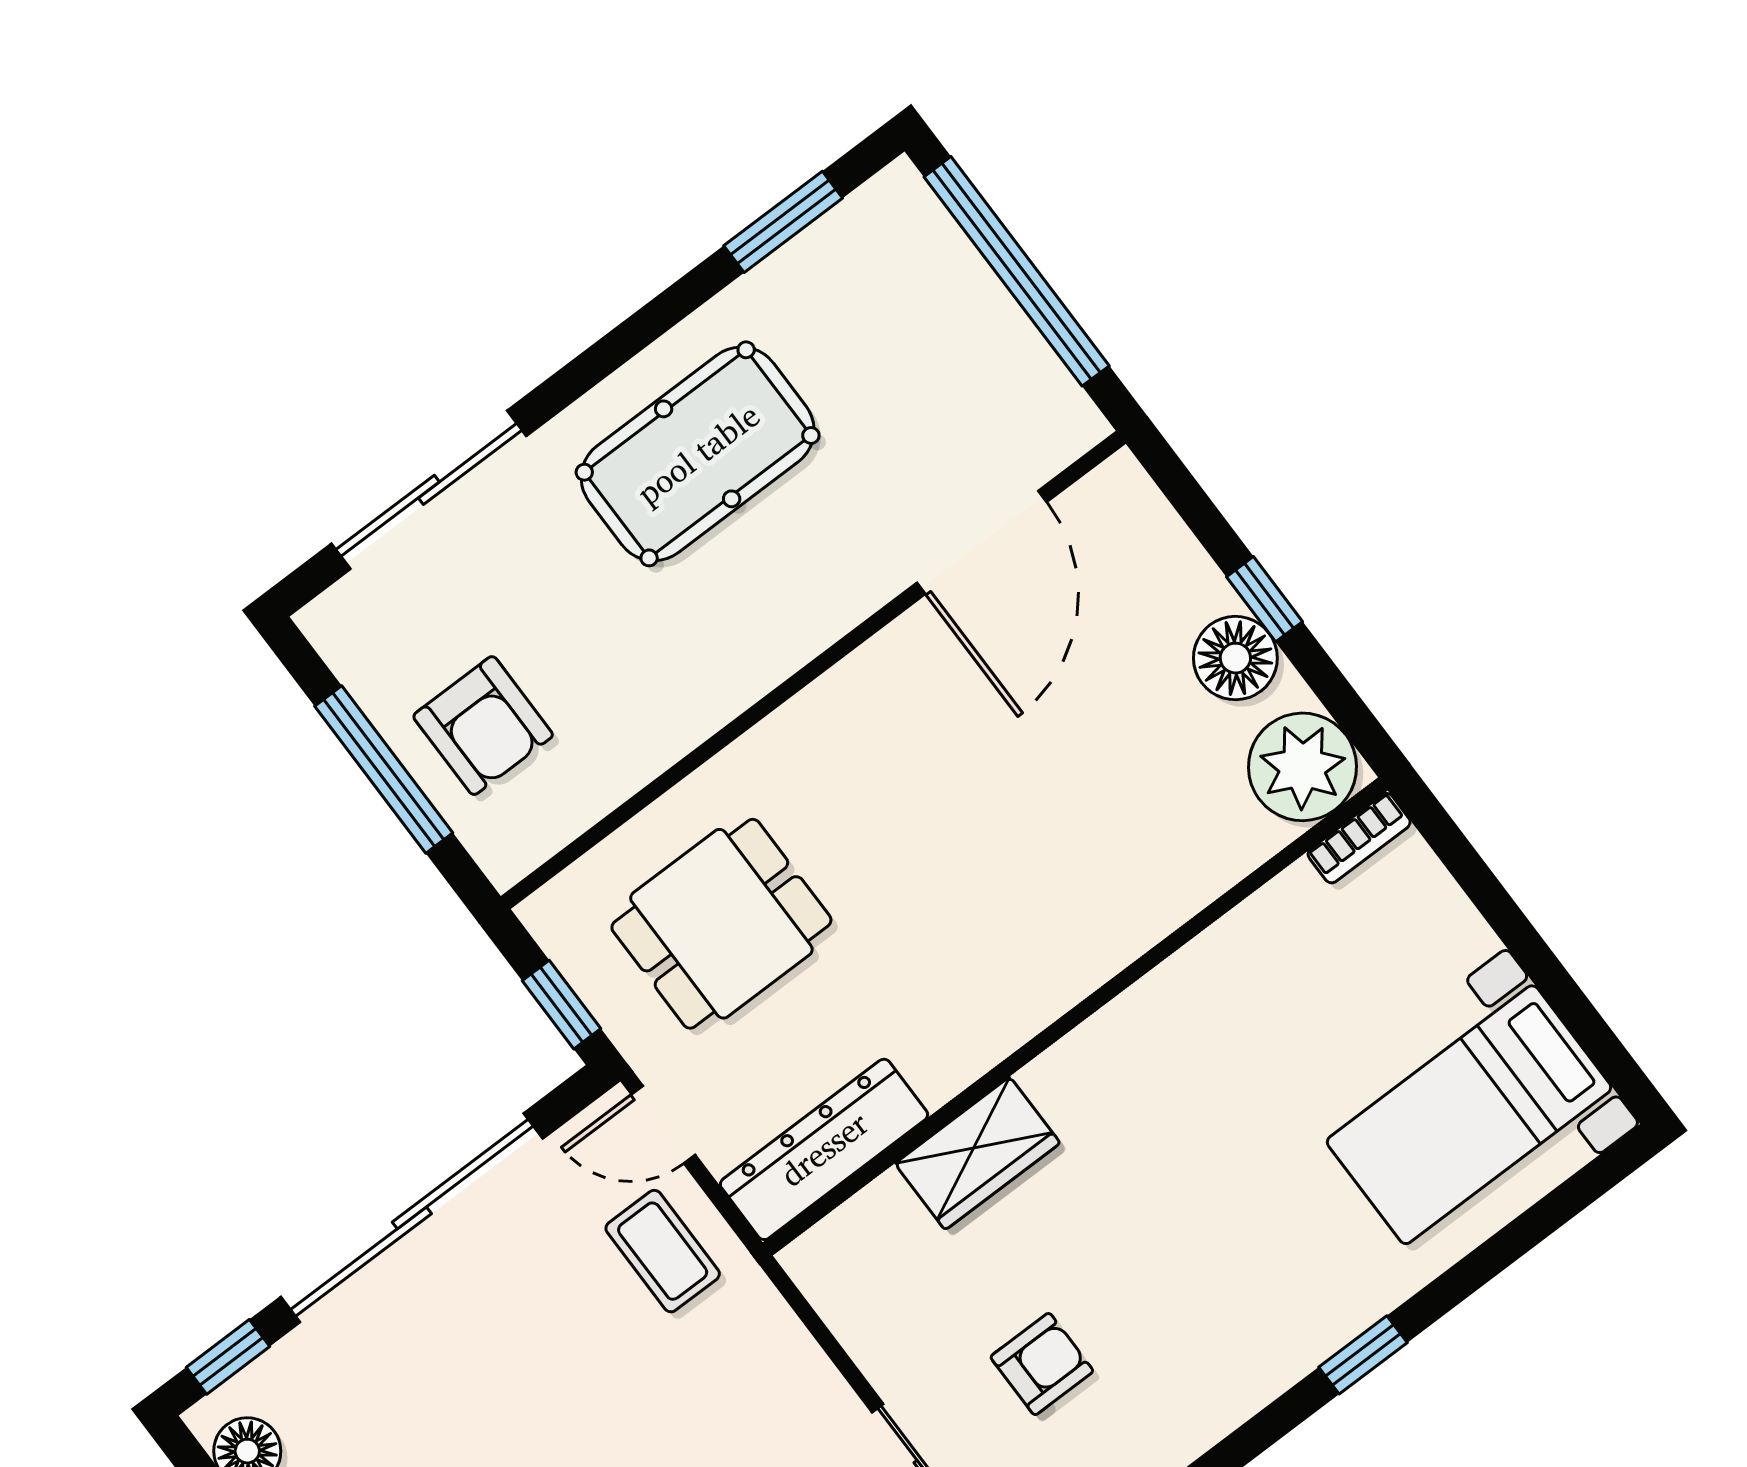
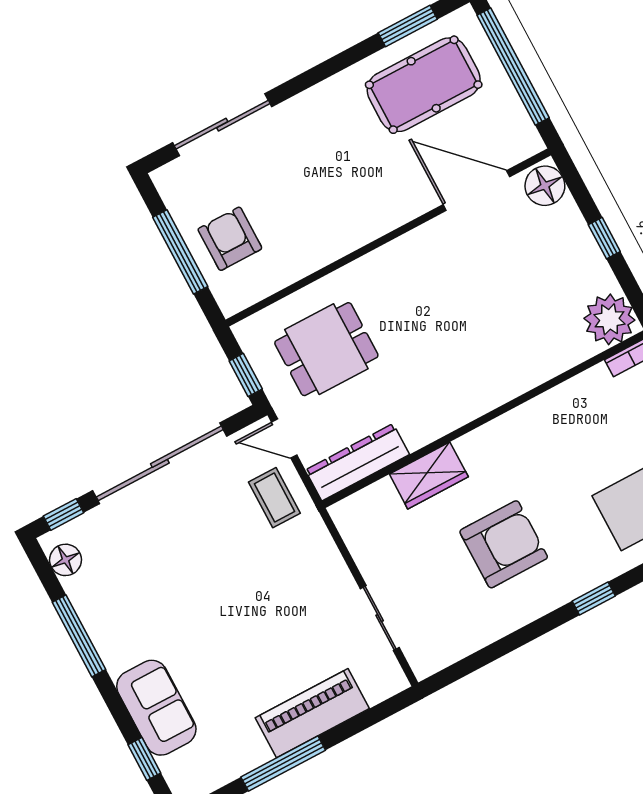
pool table: (698, 454) -> (424, 85), moved
door: (982, 542) -> (476, 191), swing flipped
floor lamp: (1235, 658) -> (545, 186), moved
armchair: (483, 726) -> (230, 239), turned 180
armchair: (1042, 1364) -> (504, 544), moved, width x1.88, depth x1.88

